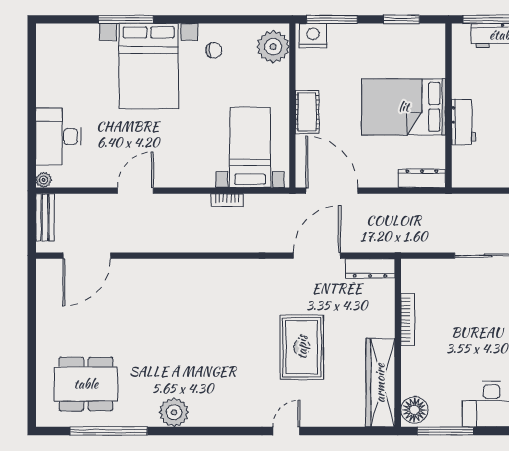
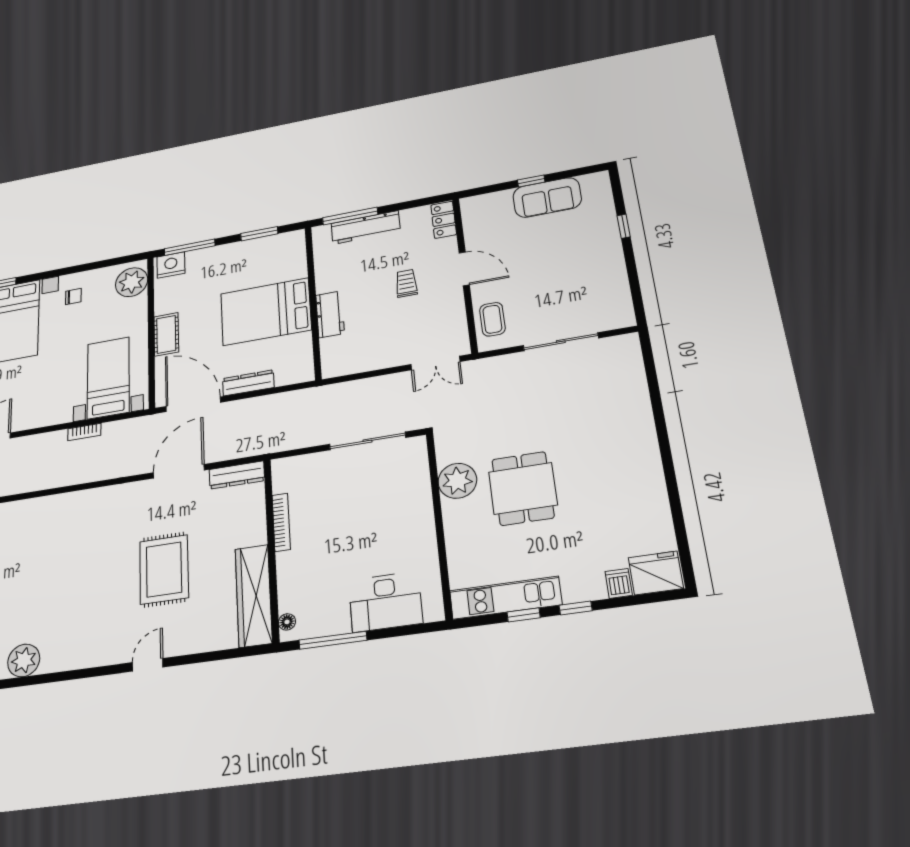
dresser: (422, 178) -> (248, 383), moved
floor lamp: (414, 410) -> (287, 622), width x0.53, depth x0.53

